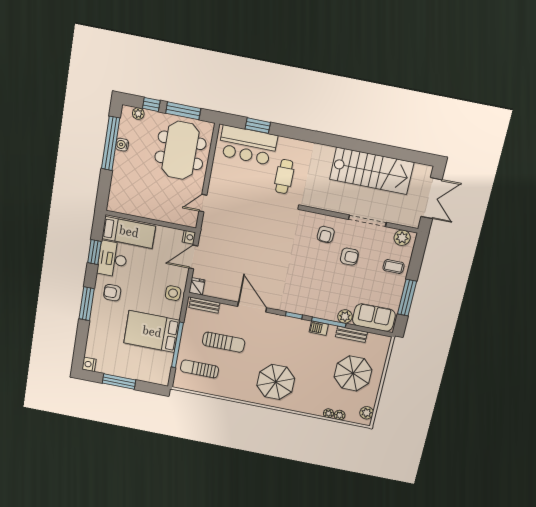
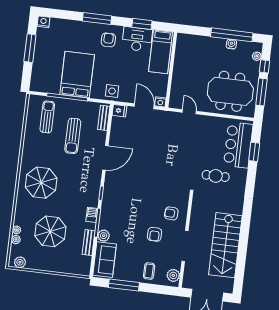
parasol: (353, 373) -> (50, 231), moved

